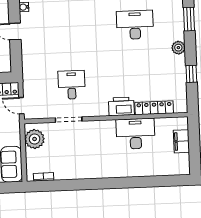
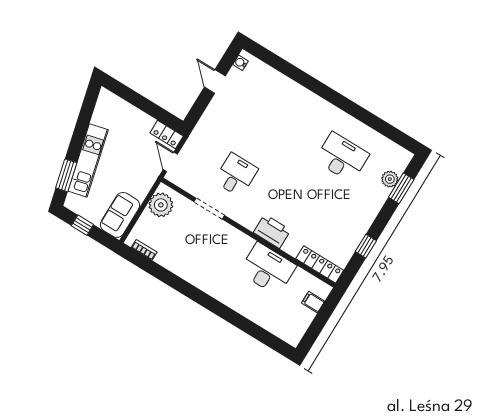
plant: (178, 48) -> (390, 179), moved
locker: (154, 108) -> (320, 264), moved
filing cabinet: (181, 141) -> (313, 302), width x0.50

